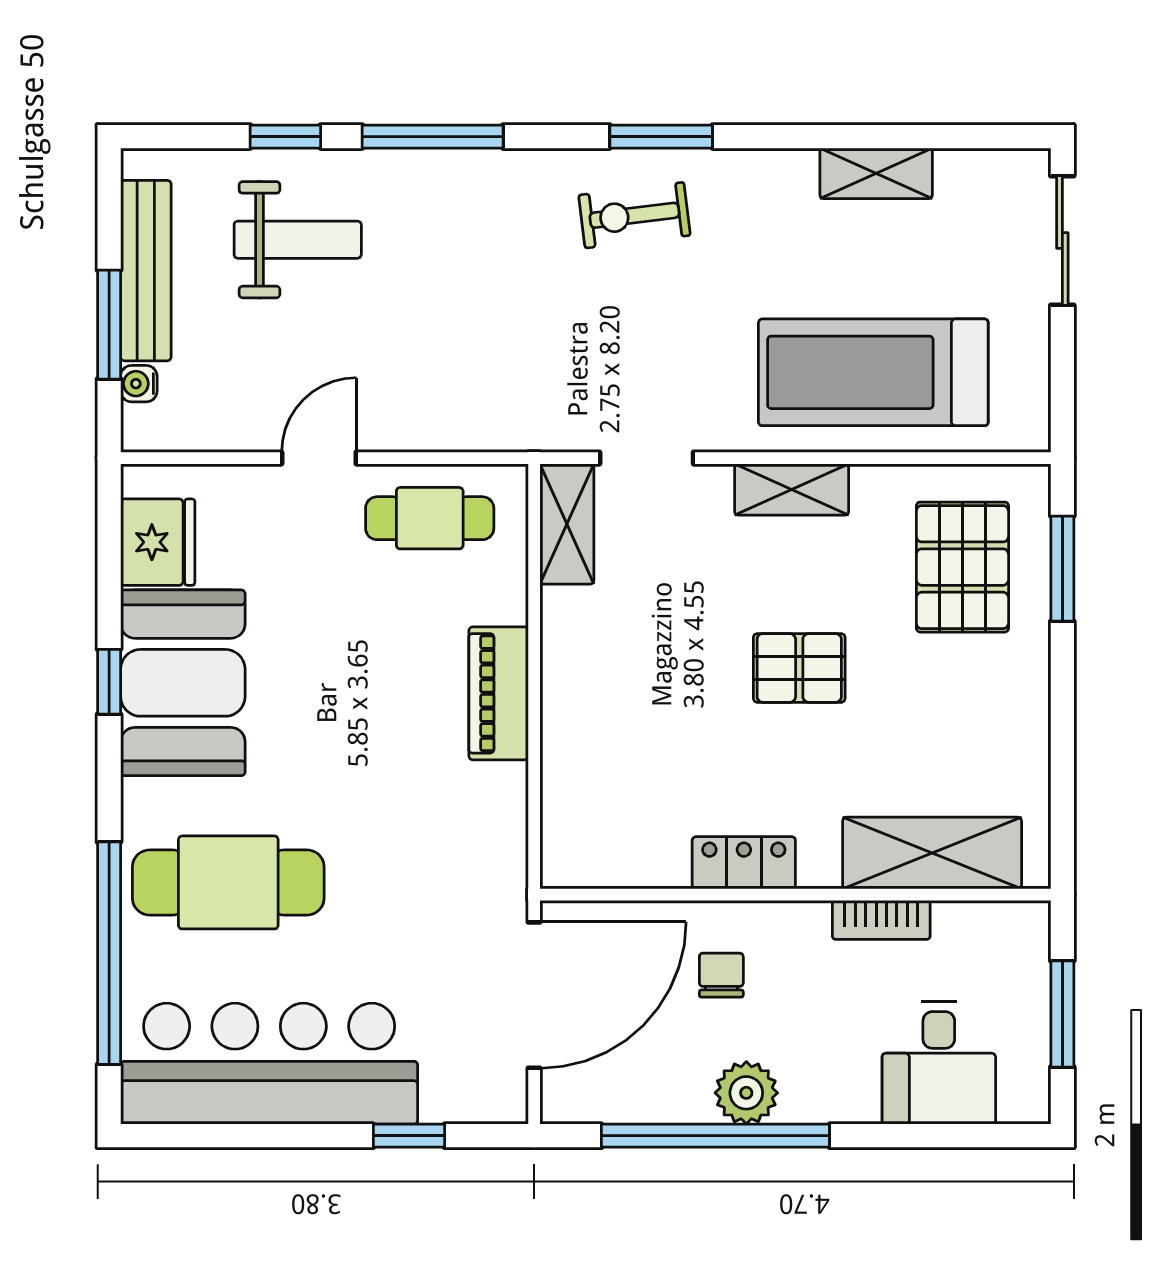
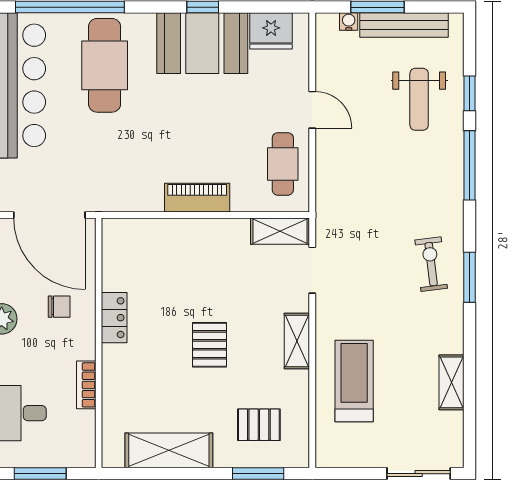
treadmill: (873, 372) -> (354, 381), width x0.73, depth x0.73
pallet: (962, 567) -> (259, 425), width x0.67, depth x0.71
shelving: (932, 853) -> (169, 450), moved, turned 90

